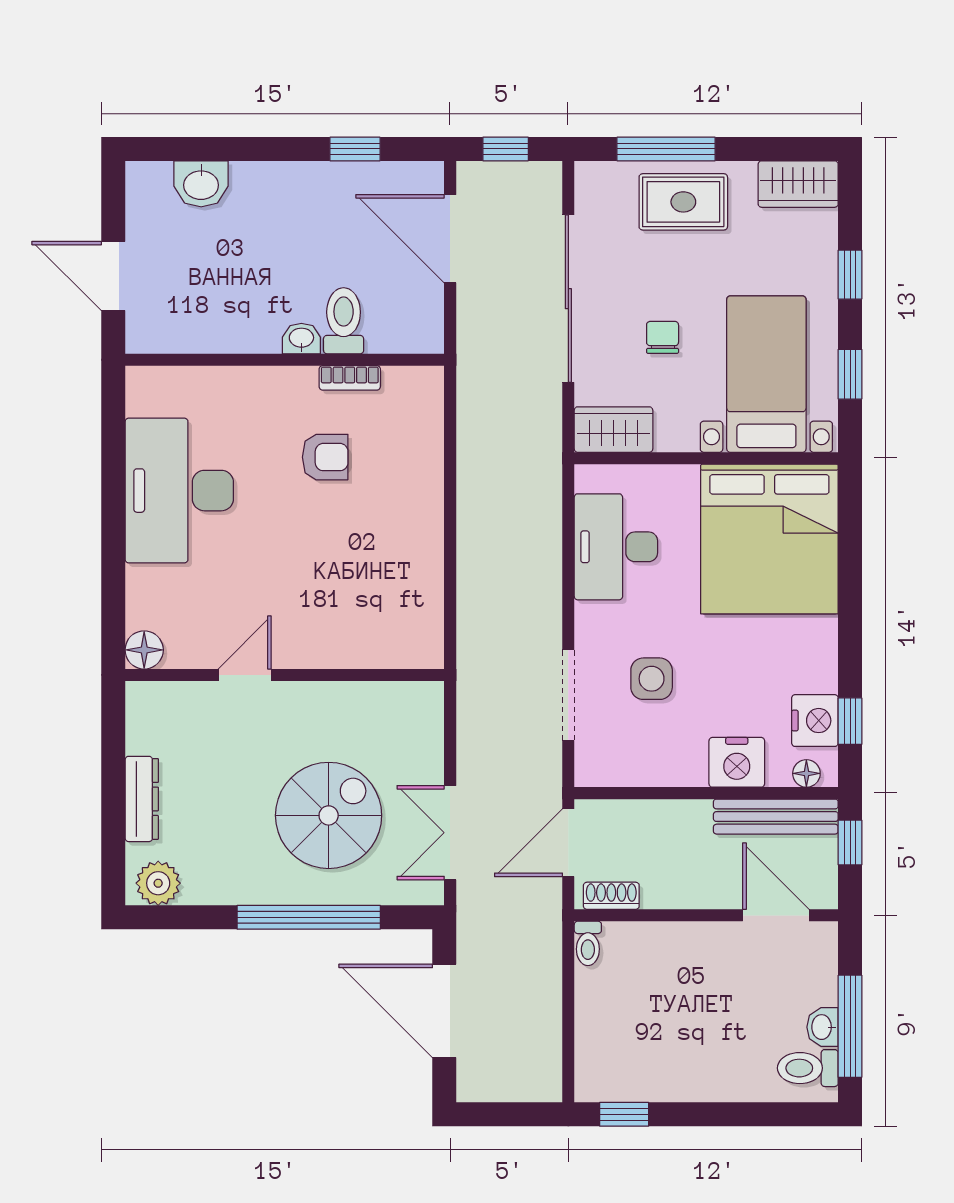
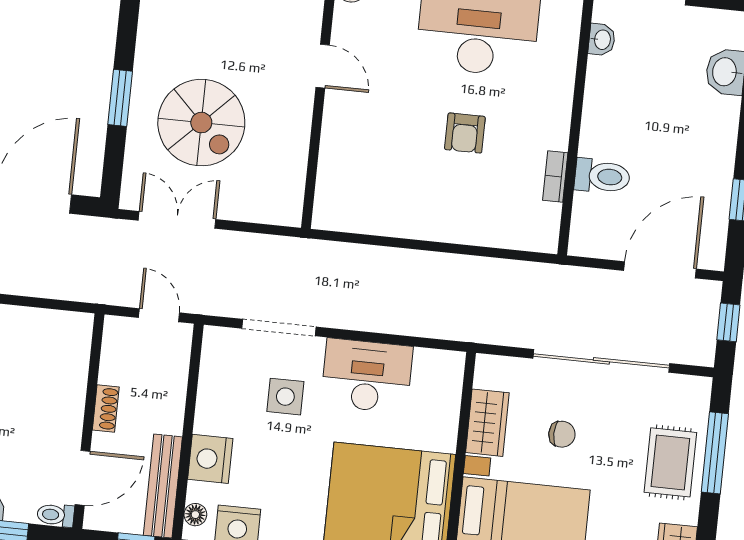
washbasin: (301, 339) -> (602, 40), moved
wardrobe: (613, 430) -> (487, 423), moved
armchair: (325, 457) -> (465, 133), moved
desk: (616, 547) -> (367, 376), moved
door: (568, 843) -> (159, 315), width x0.73
shoe rack: (611, 896) -> (106, 409), moved
window: (309, 917) -> (120, 98), width x0.47
toilet: (588, 943) -> (56, 515), moved

